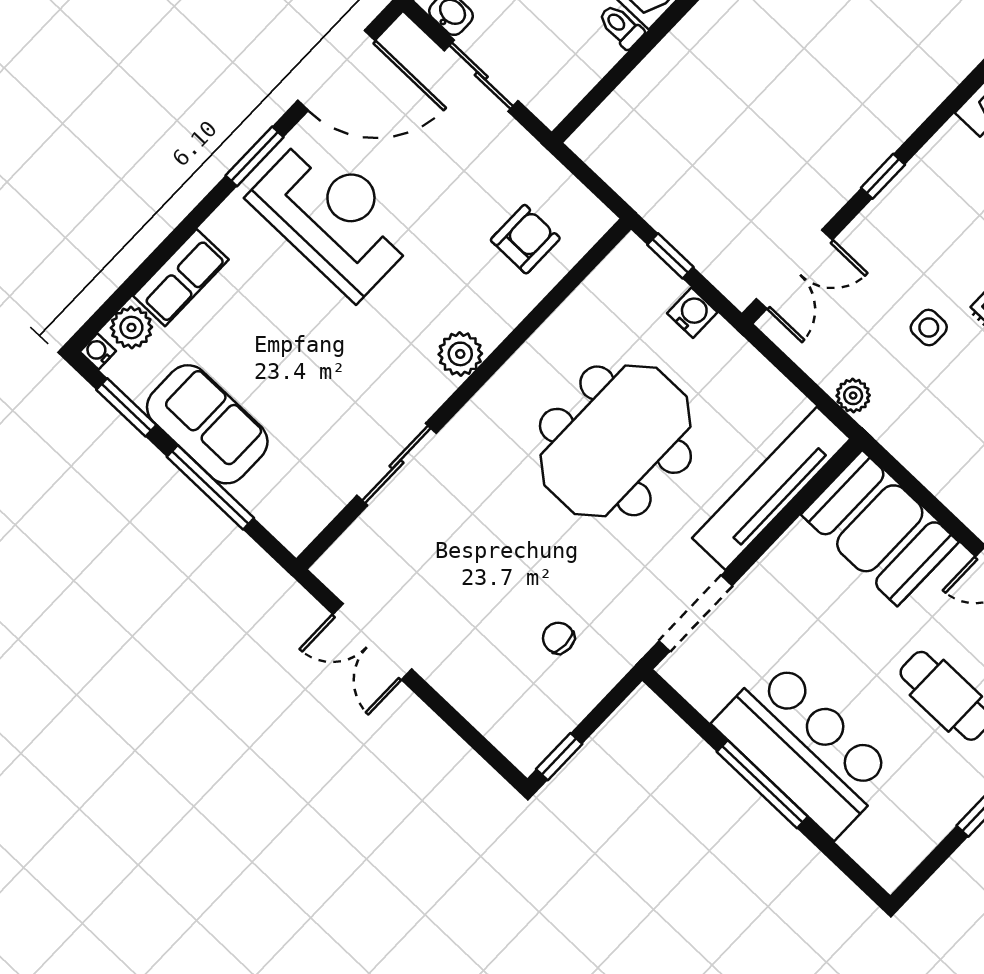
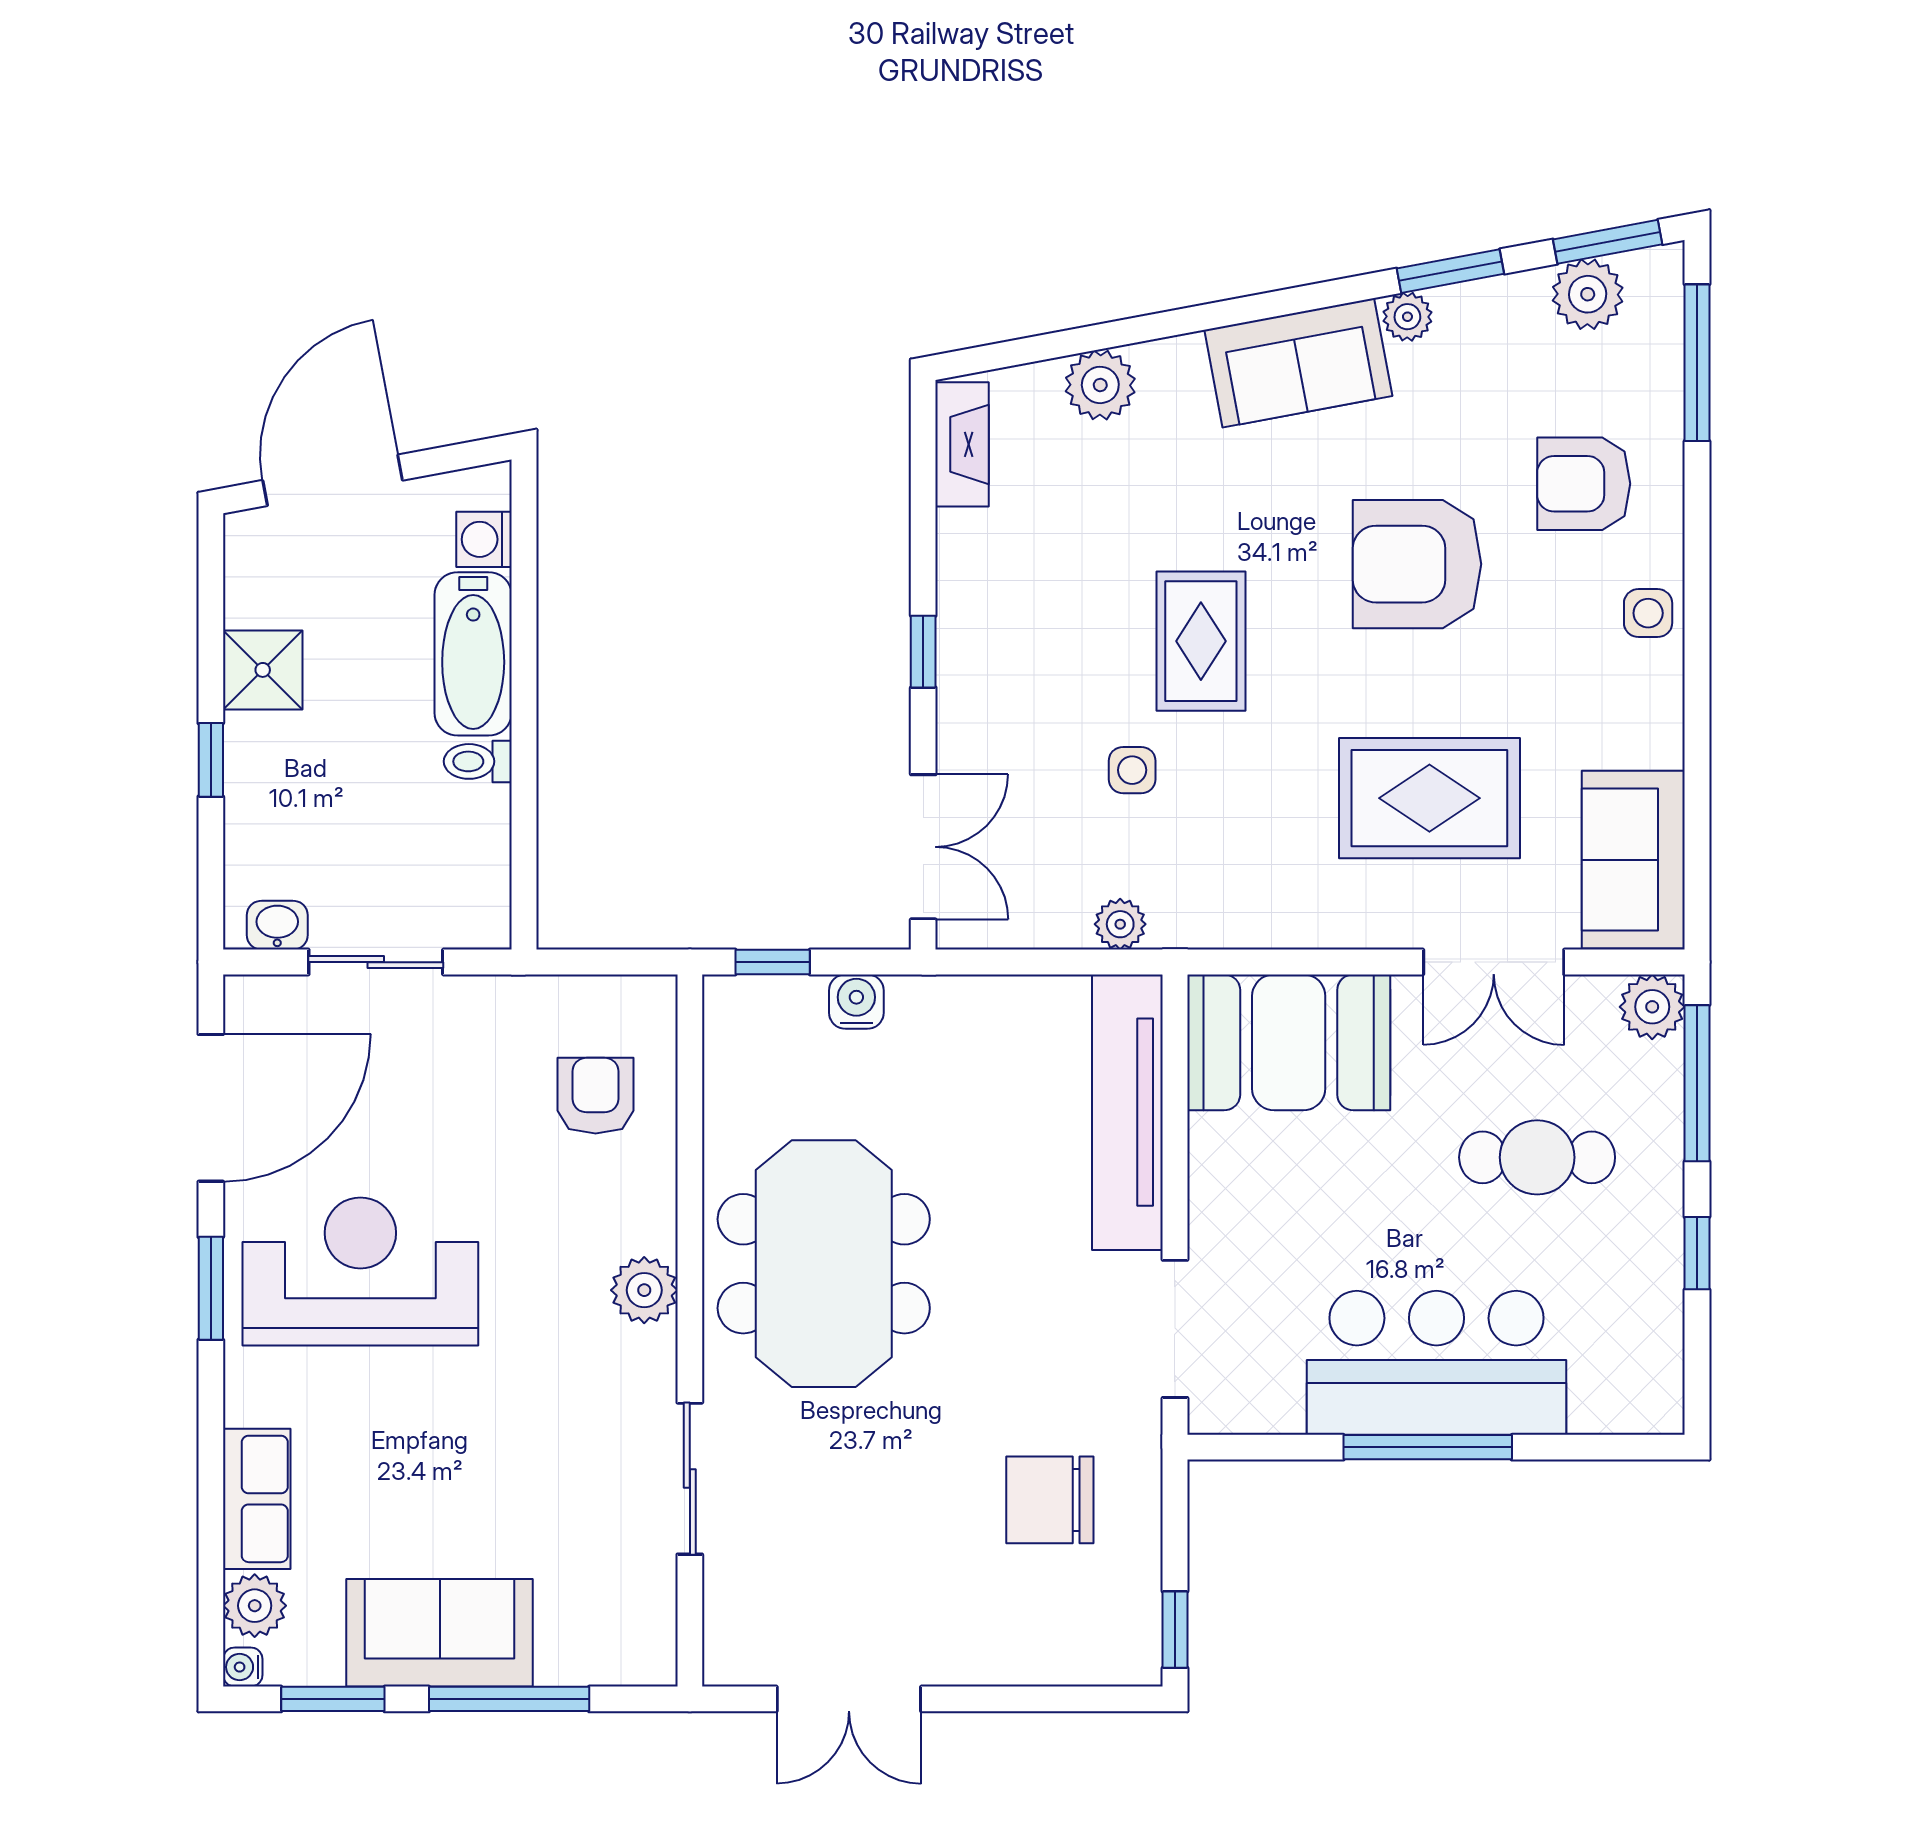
meeting table: (615, 441) -> (824, 1264), moved
chair: (558, 638) -> (1050, 1500), width x1.87, depth x1.87

